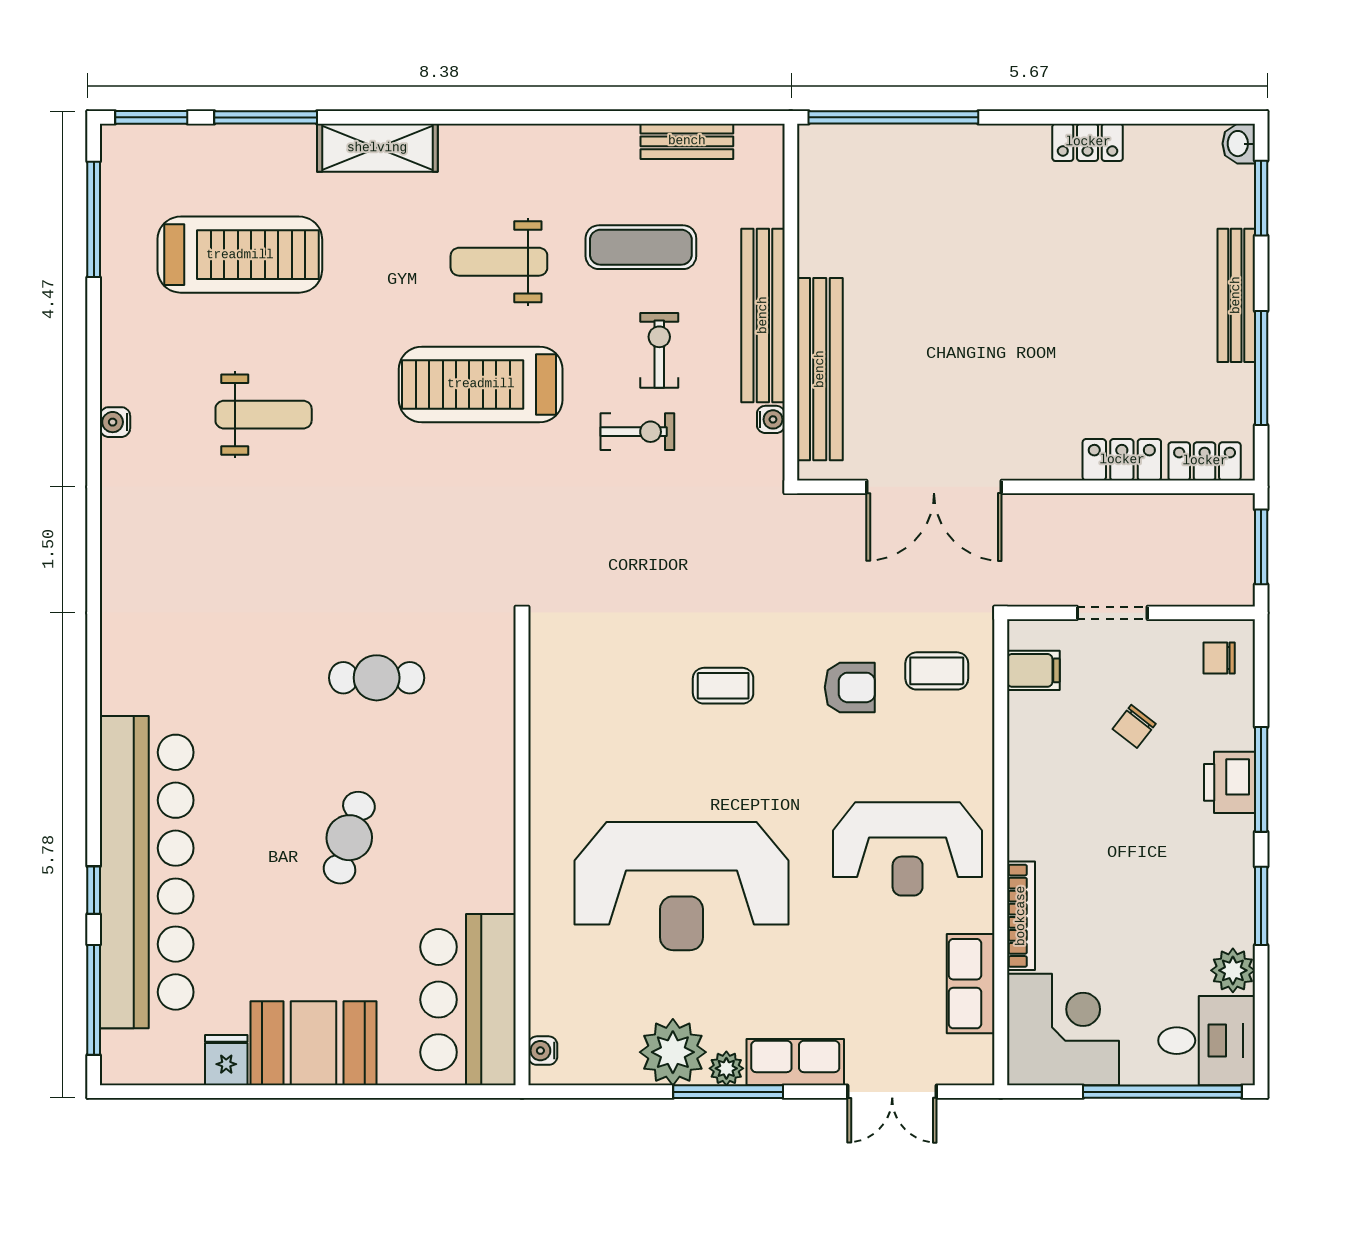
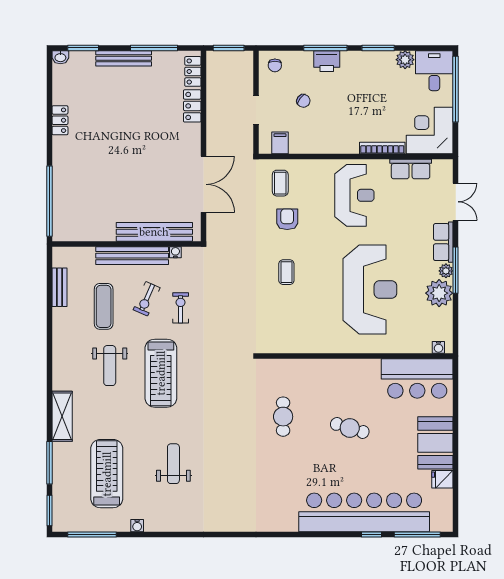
exercise bike: (659, 350) -> (147, 299), turned -66
water cooler: (115, 422) -> (137, 526), moved

